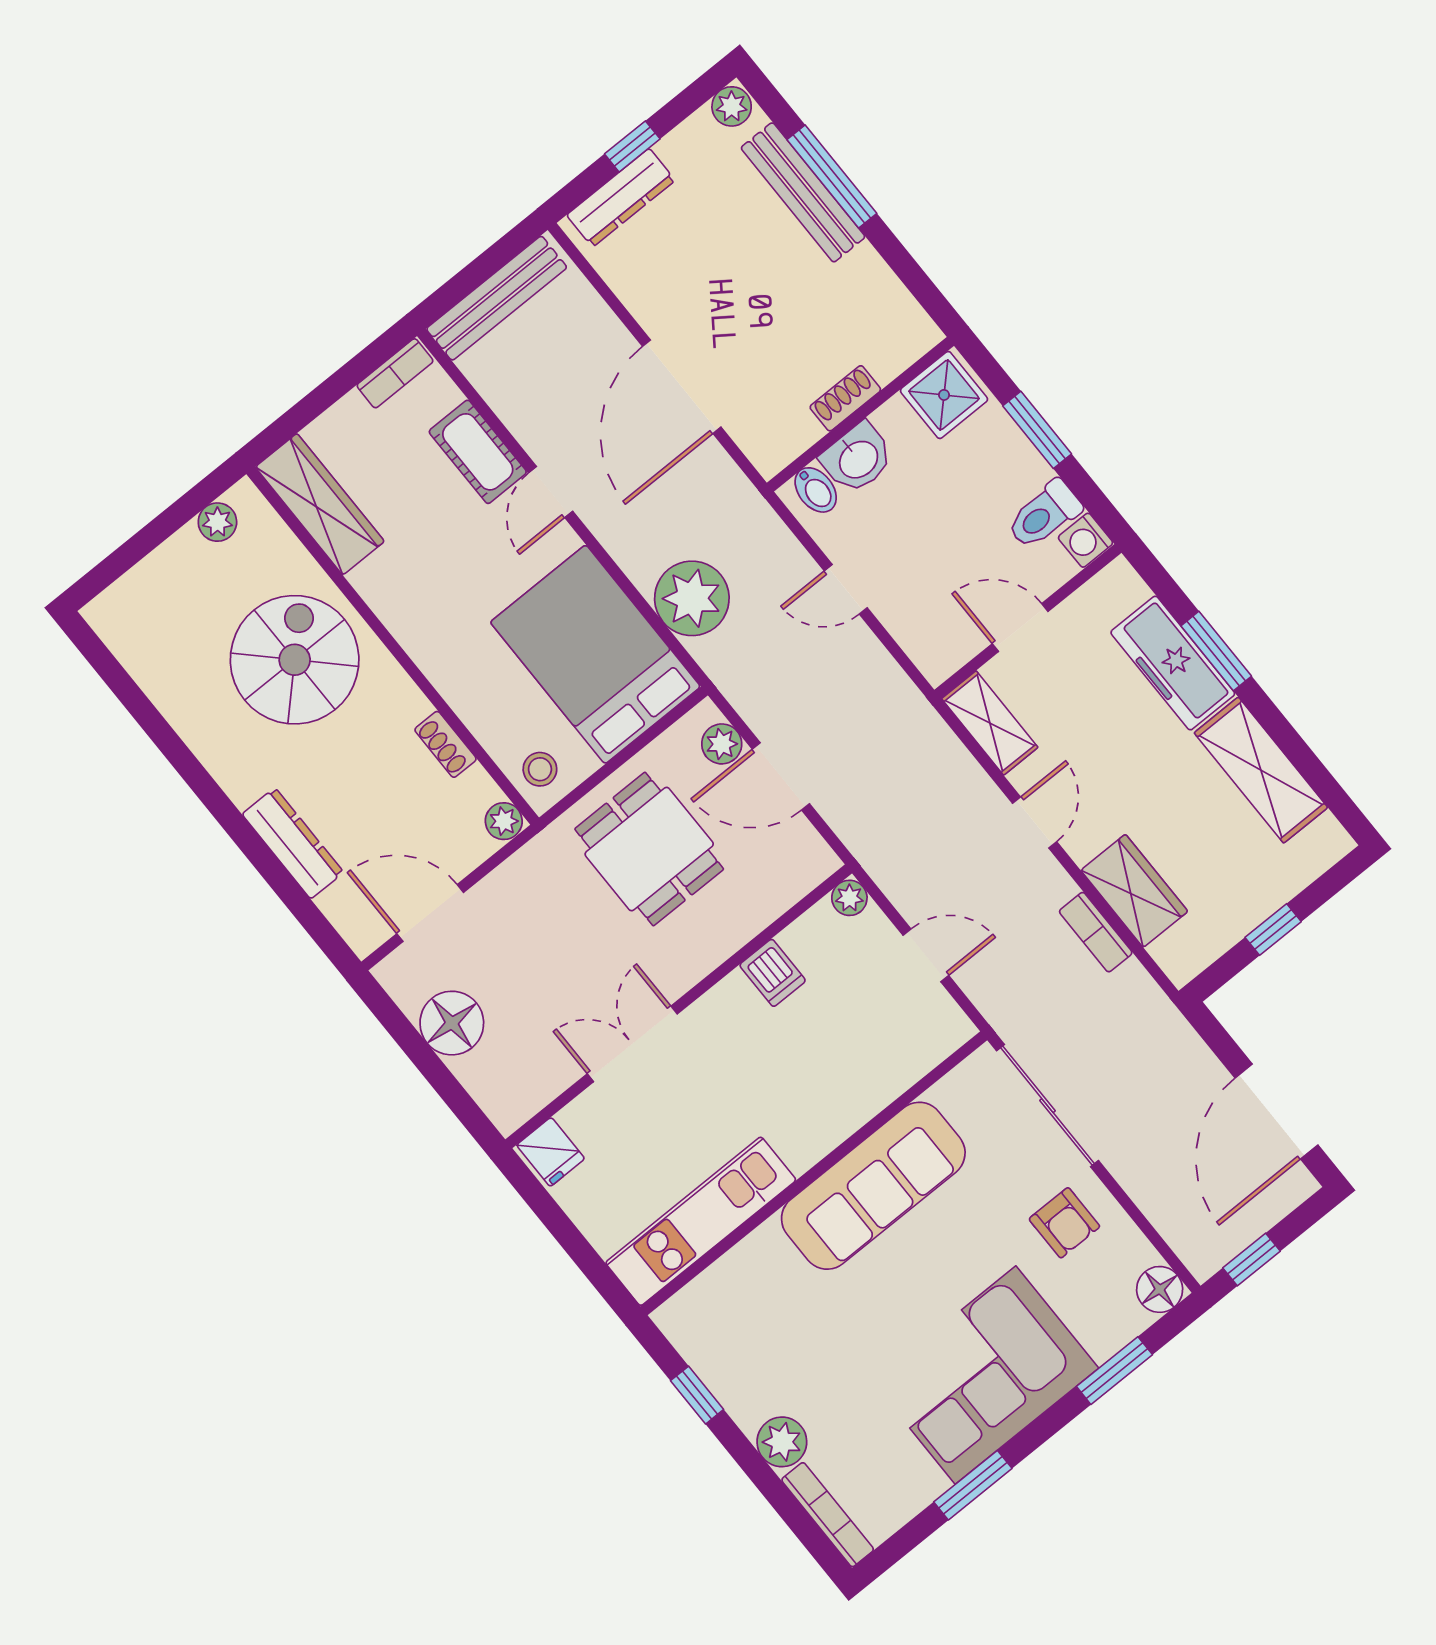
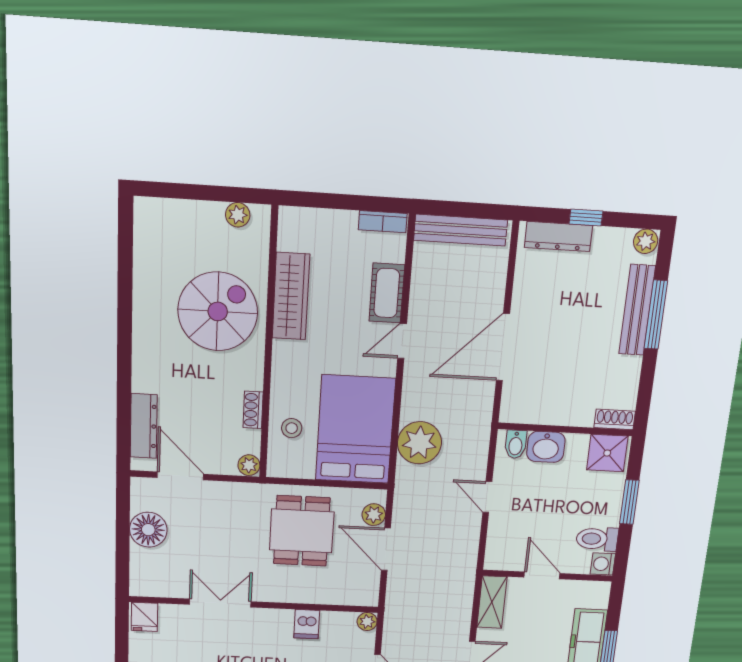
shoe rack: (845, 398) -> (615, 419), moved
wardrobe: (320, 504) -> (291, 296), moved
stool: (540, 769) -> (292, 428), moved
dresser: (293, 843) -> (144, 426), moved

